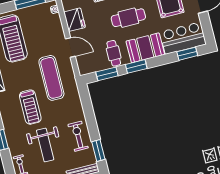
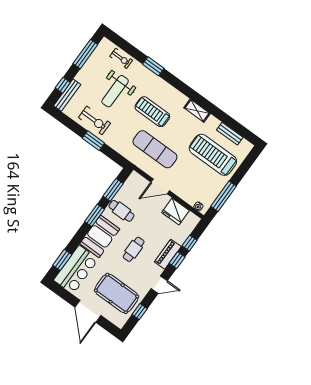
cafe table: (128, 18) -> (134, 249), width x0.73, depth x0.74
weight bench: (45, 145) -> (115, 91), turned -90
window: (98, 151) -> (93, 141), moved

